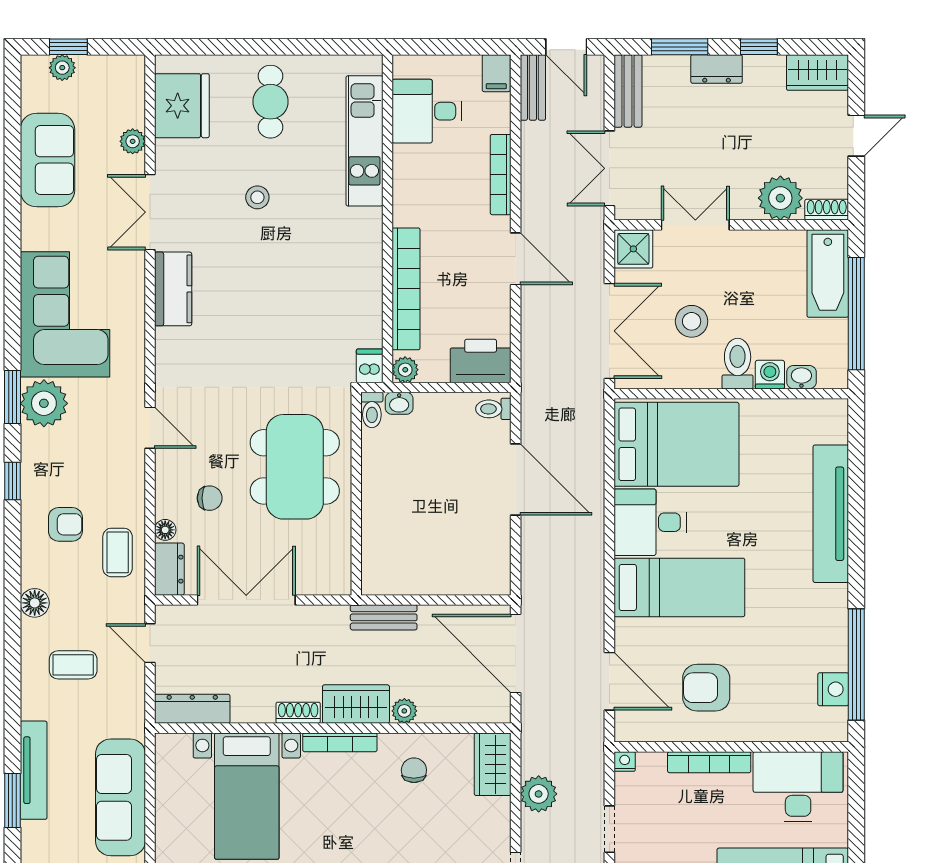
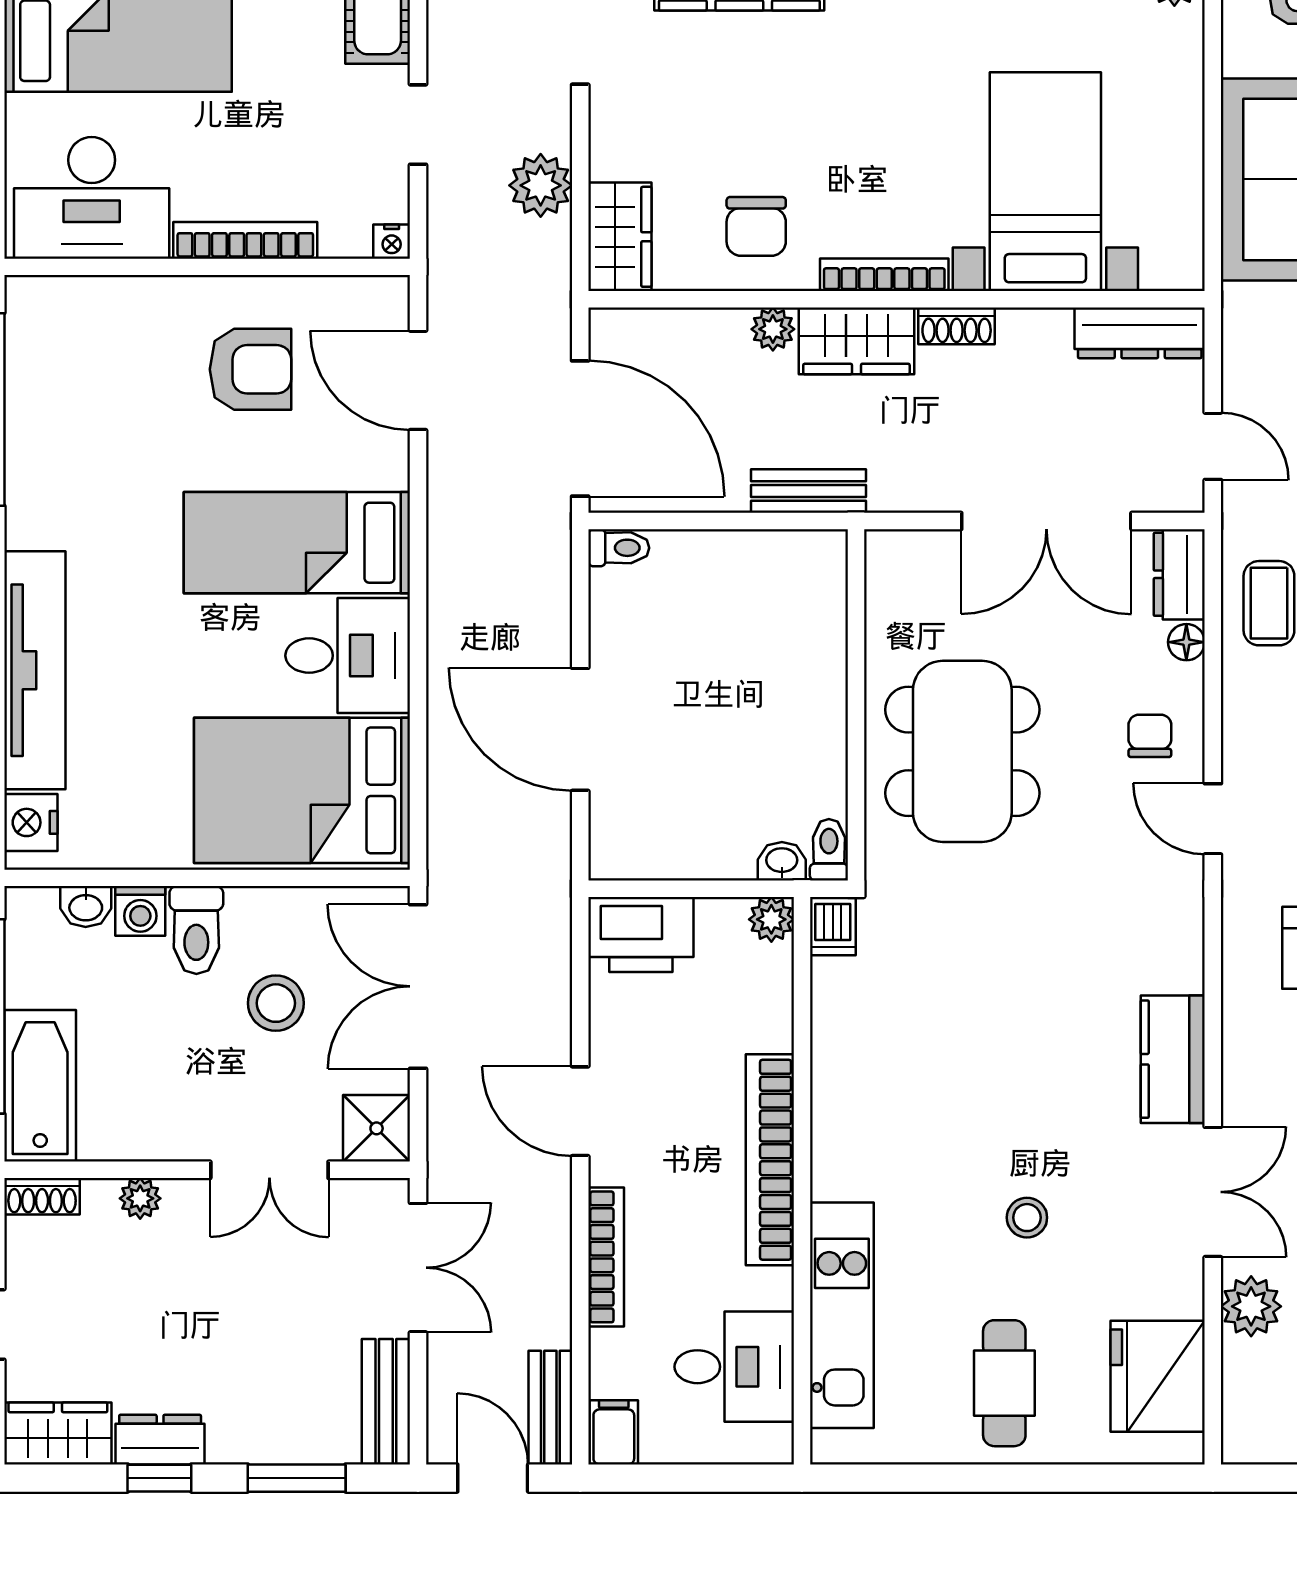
dresser: (717, 69) -> (160, 1440), moved
plant: (133, 141) -> (1251, 1306), width x1.38, depth x1.38
plant: (780, 198) -> (140, 1198), width x0.53, depth x0.53
bookcase: (406, 289) -> (770, 1160), moved
toilet: (493, 409) -> (619, 548), moved
chair: (210, 498) -> (1150, 736), moved, turned 90
nightstand: (833, 689) -> (31, 822), moved
chair: (414, 770) -> (756, 226), width x1.37, depth x1.37

